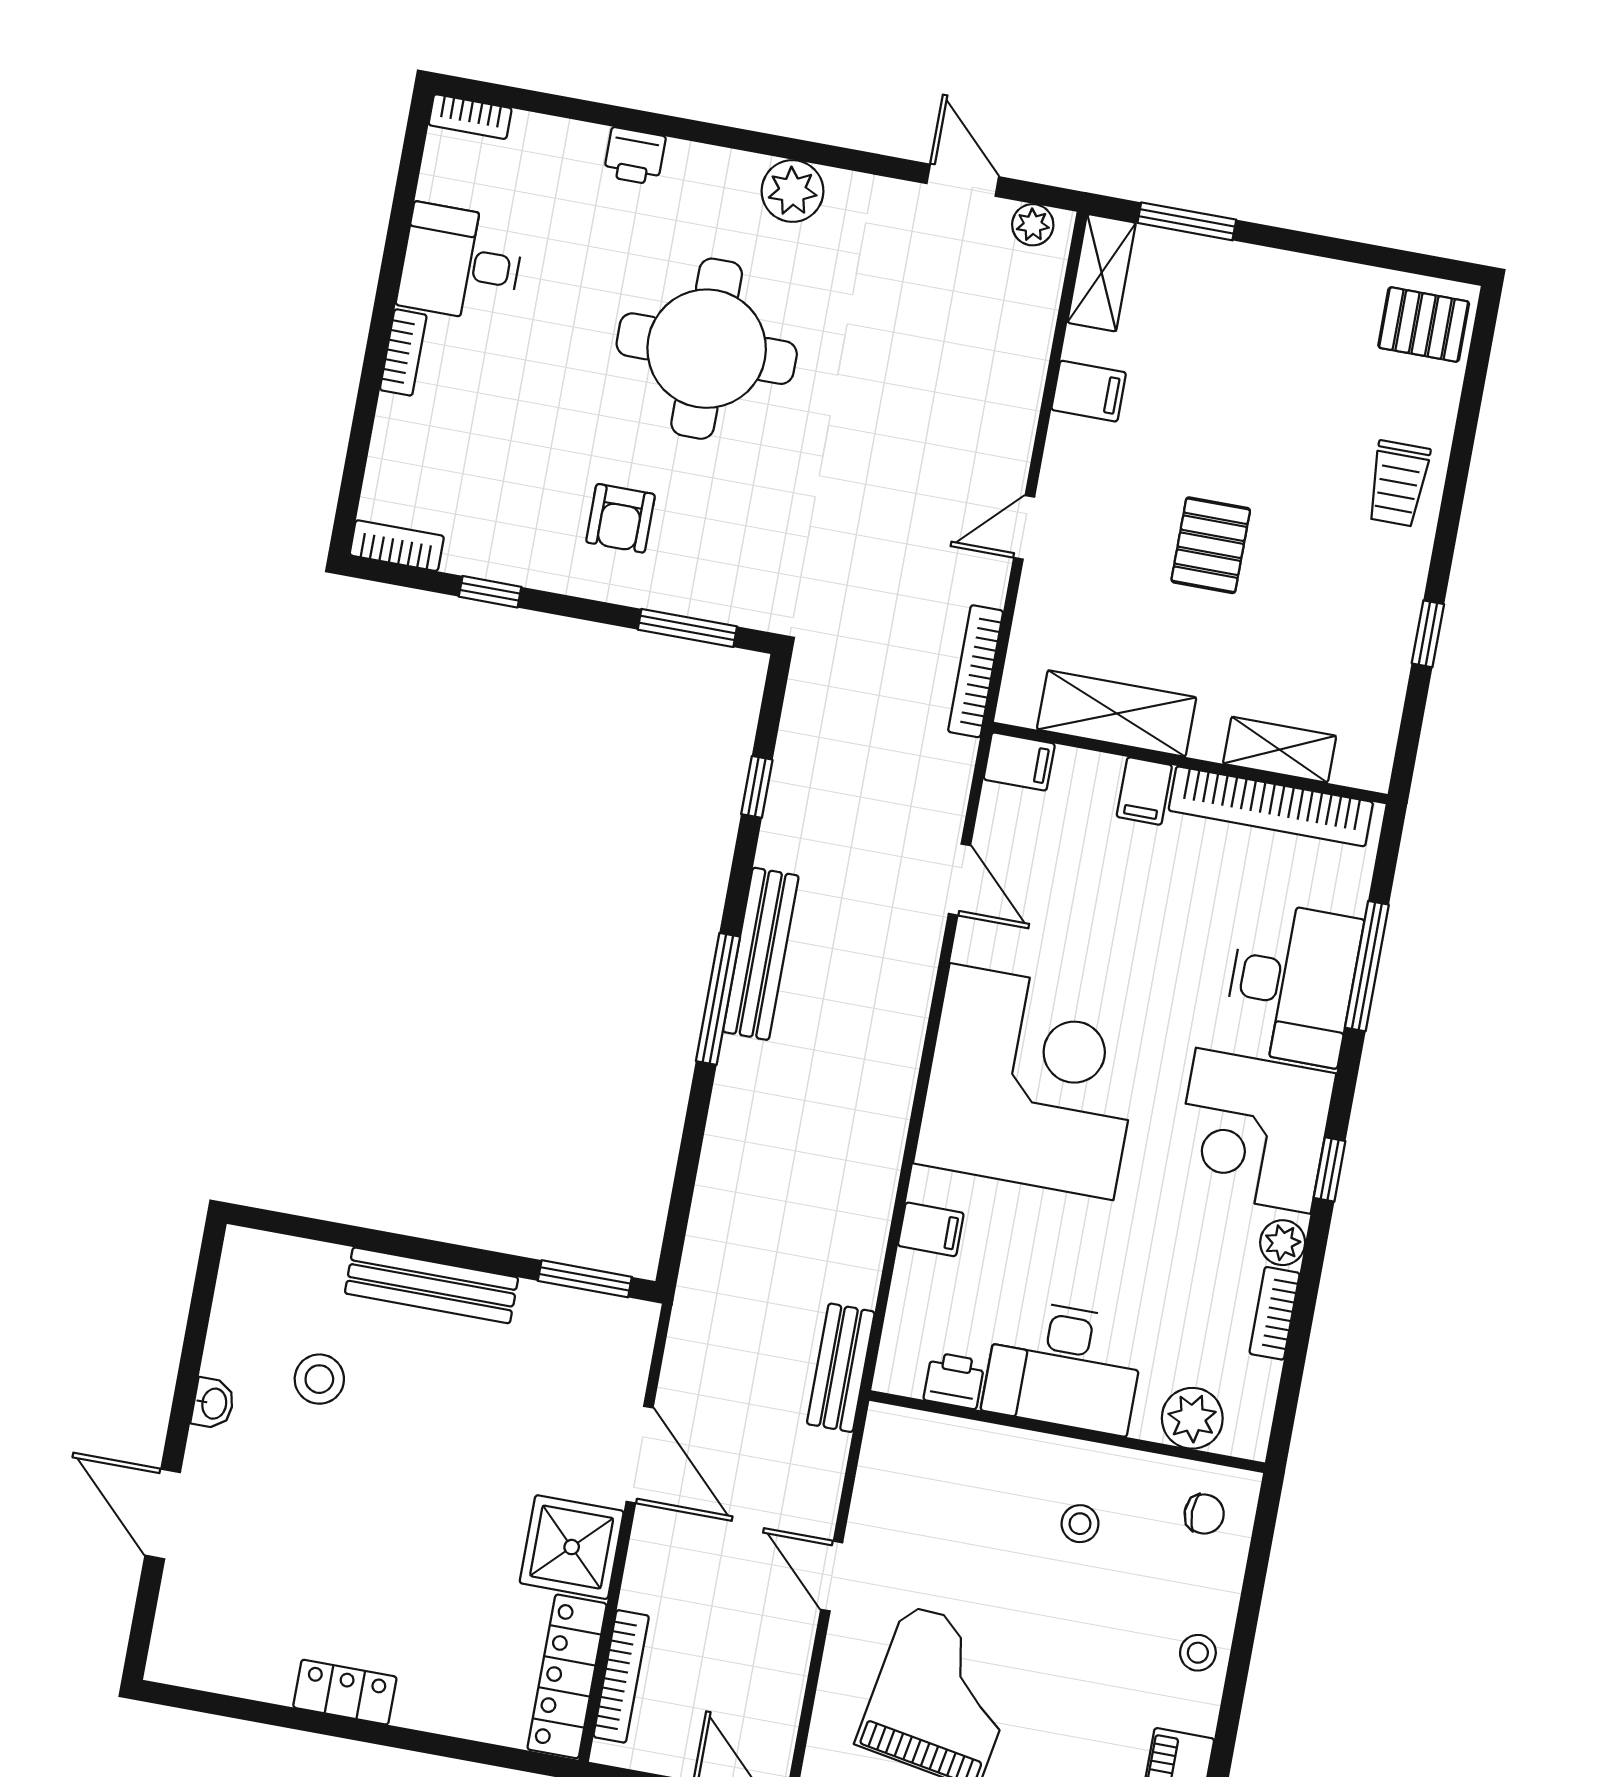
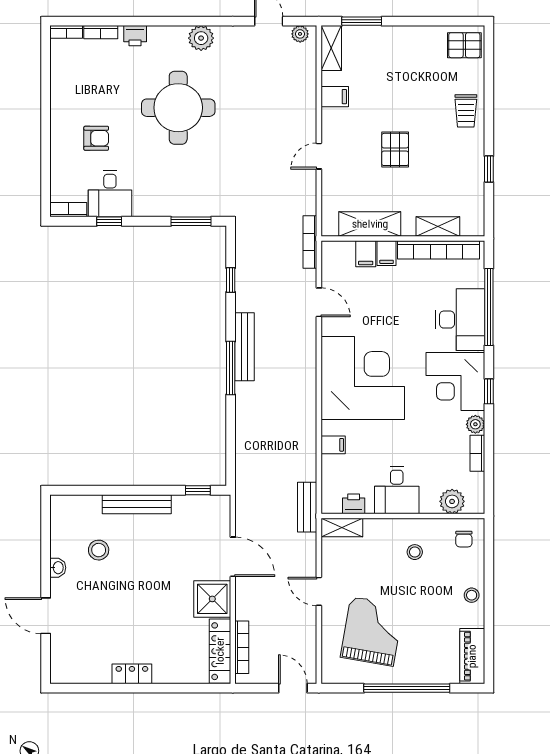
desk: (461, 263) -> (110, 194), moved, turned -90
bookcase: (403, 352) -> (101, 32), moved, turned 90
armchair: (620, 518) -> (96, 138), moved, turned -90
bookcase: (976, 671) -> (310, 242), moved
filing cabinet: (1019, 762) -> (366, 254), moved, turned 90
window: (1367, 966) -> (489, 307), width x1.46
window: (585, 1279) -> (198, 490), width x0.67
desk: (1064, 1366) -> (397, 490), width x0.73
shelving: (915, 1432) -> (342, 528), added
chair: (1204, 1514) -> (464, 539), turned 90

